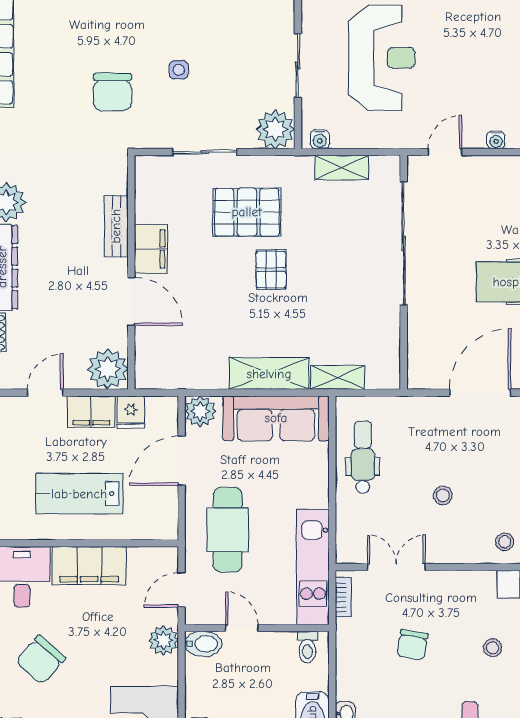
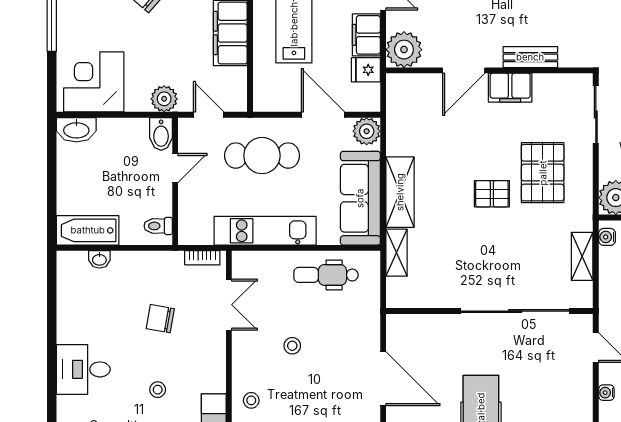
sliding door: (205, 152) -> (596, 115), moved
dental chair: (363, 457) -> (326, 275), turned 180
kitchen unit: (313, 567) -> (265, 231), moved

